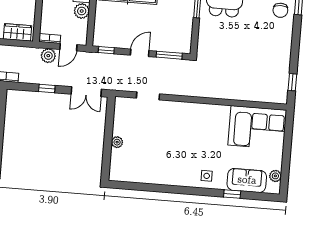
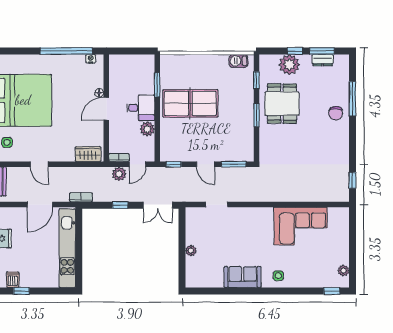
door: (140, 53) -> (206, 164), swing flipped
corner sofa: (257, 128) -> (301, 226), moved
sofa: (247, 180) -> (243, 277), moved
window: (232, 194) -> (332, 291), moved

